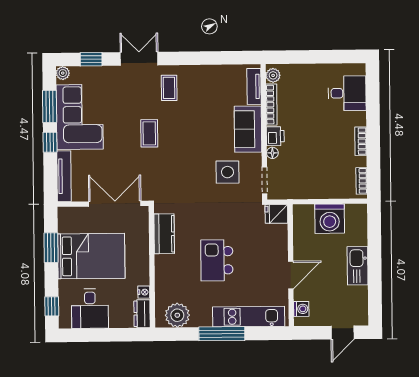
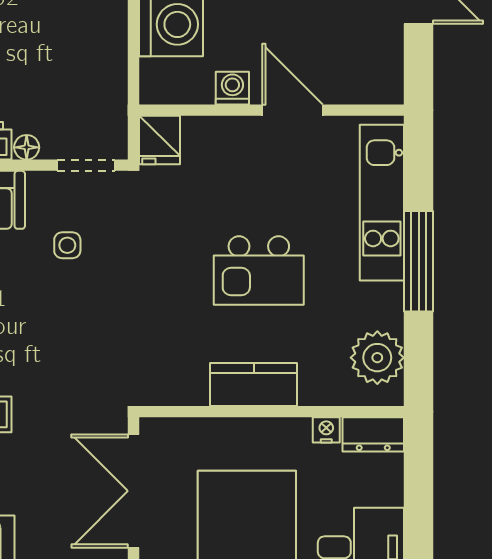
side table: (228, 172) -> (67, 245), width x0.54, depth x0.54
kitchen counter: (164, 234) -> (254, 384), moved
washing machine: (301, 309) -> (232, 88), moved

